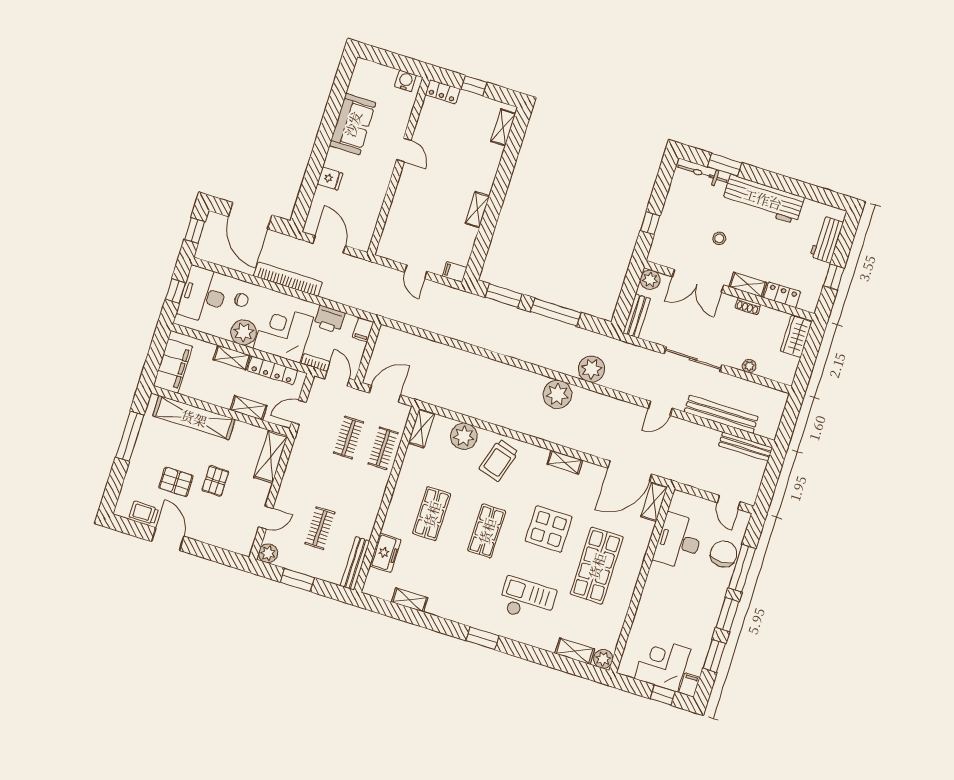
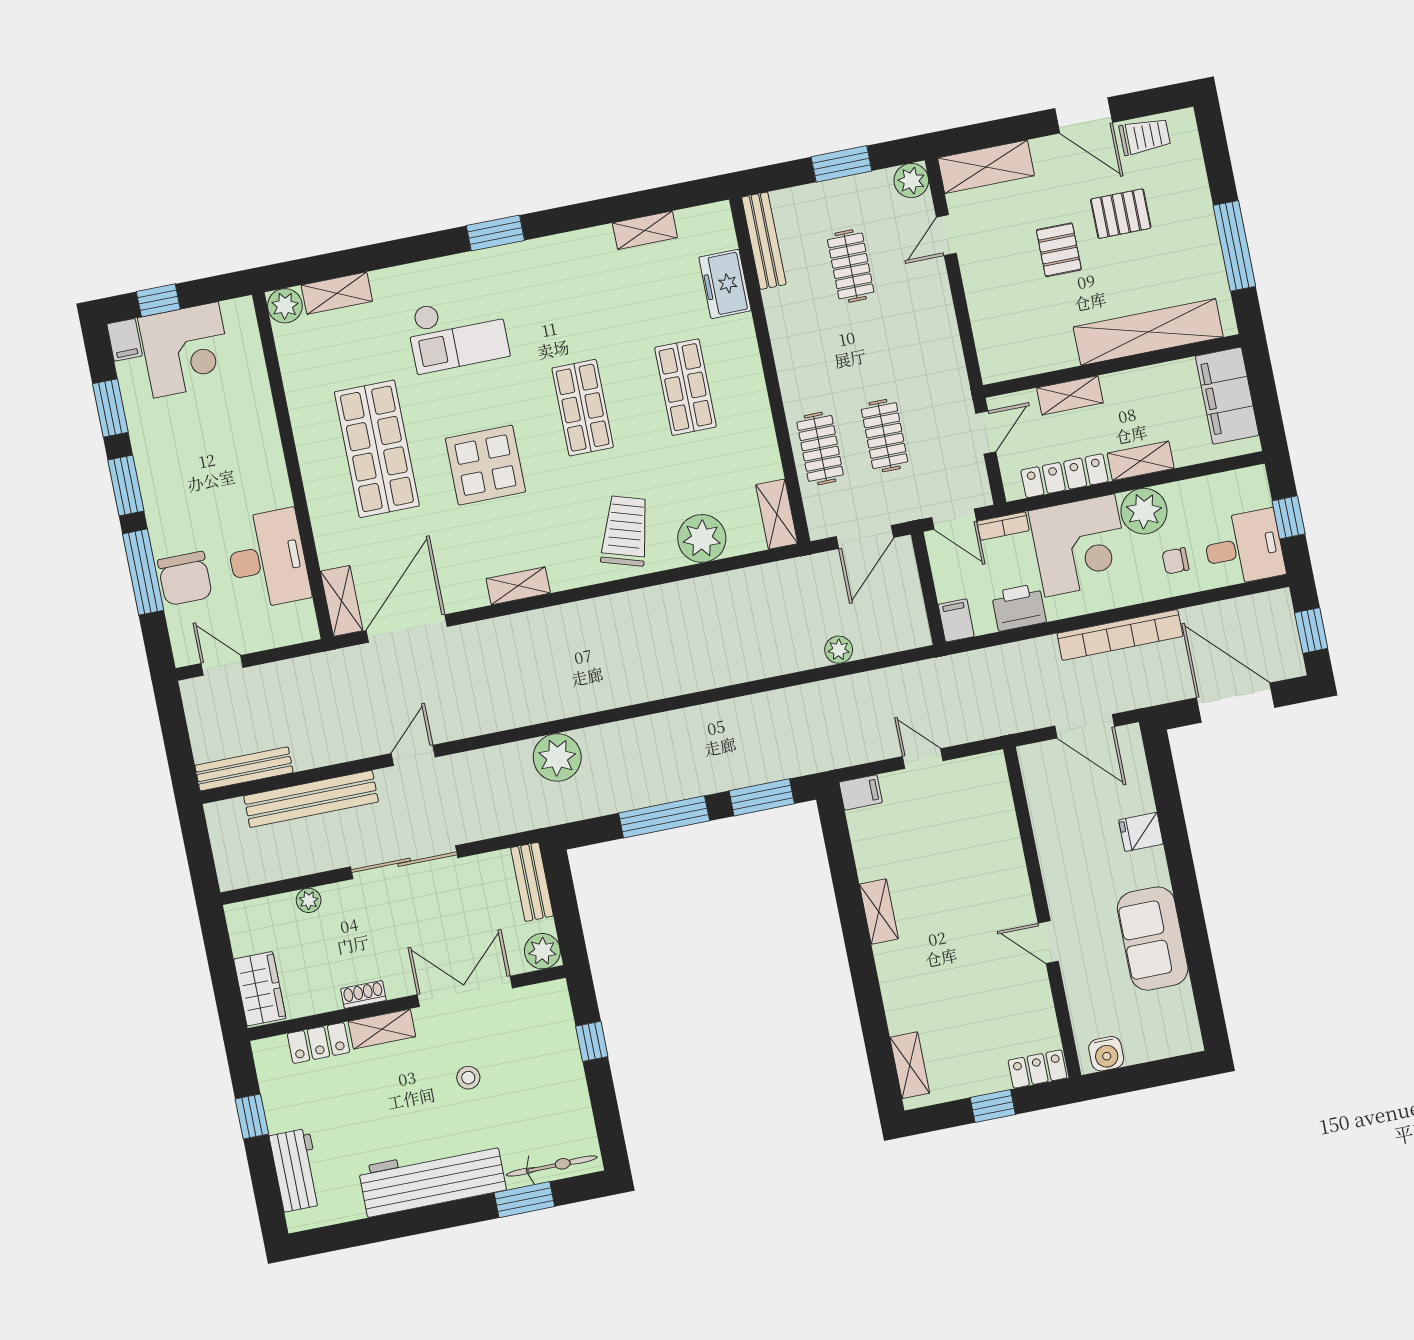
desk: (203, 295) -> (1244, 548), width x0.73
plant: (557, 394) -> (839, 650), moved, width x0.53, depth x0.53
shelving: (271, 457) -> (986, 167), moved, turned 90

